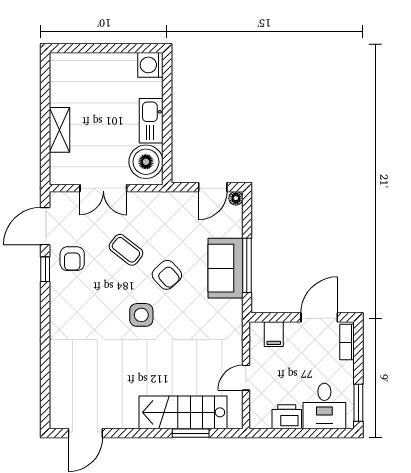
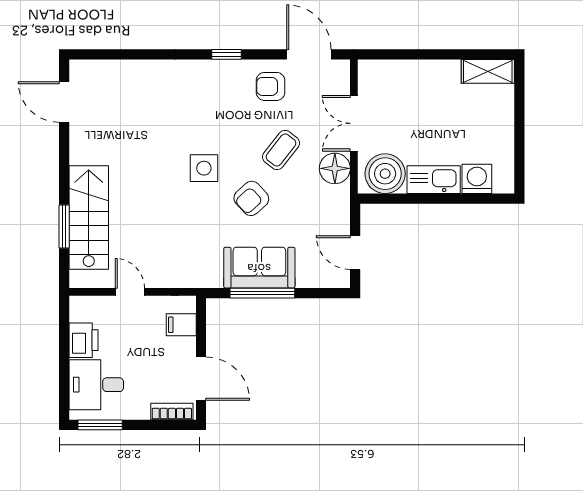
washing machine: (150, 65) -> (477, 179), moved
shelving: (59, 130) -> (488, 71), moved
floor lamp: (236, 198) -> (335, 168), moved, width x1.89, depth x1.89
window: (45, 269) -> (227, 54), moved

